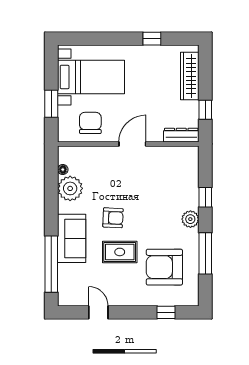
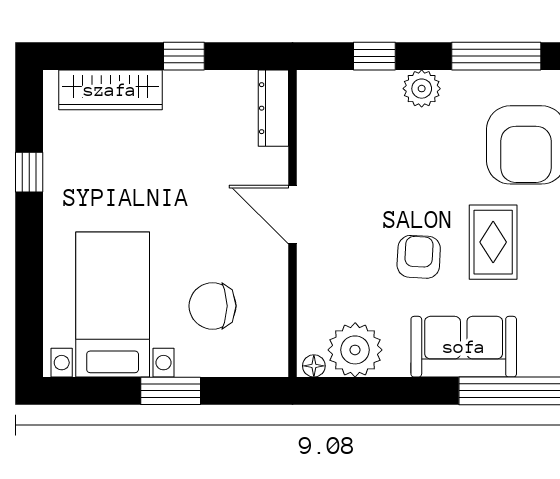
dresser: (181, 135) -> (273, 108), moved
wall: (128, 144) -> (292, 223), moved
door: (132, 144) -> (292, 215), moved

